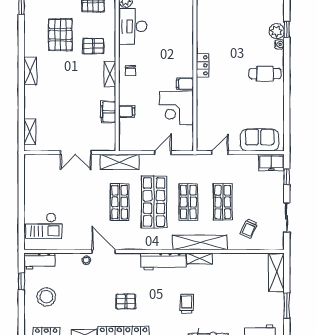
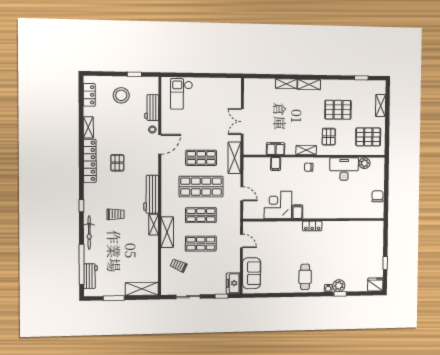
shelving: (30, 132) -> (286, 84), moved
shelving: (200, 242) -> (167, 232), width x0.68
workbench: (39, 261) -> (152, 108), moved

